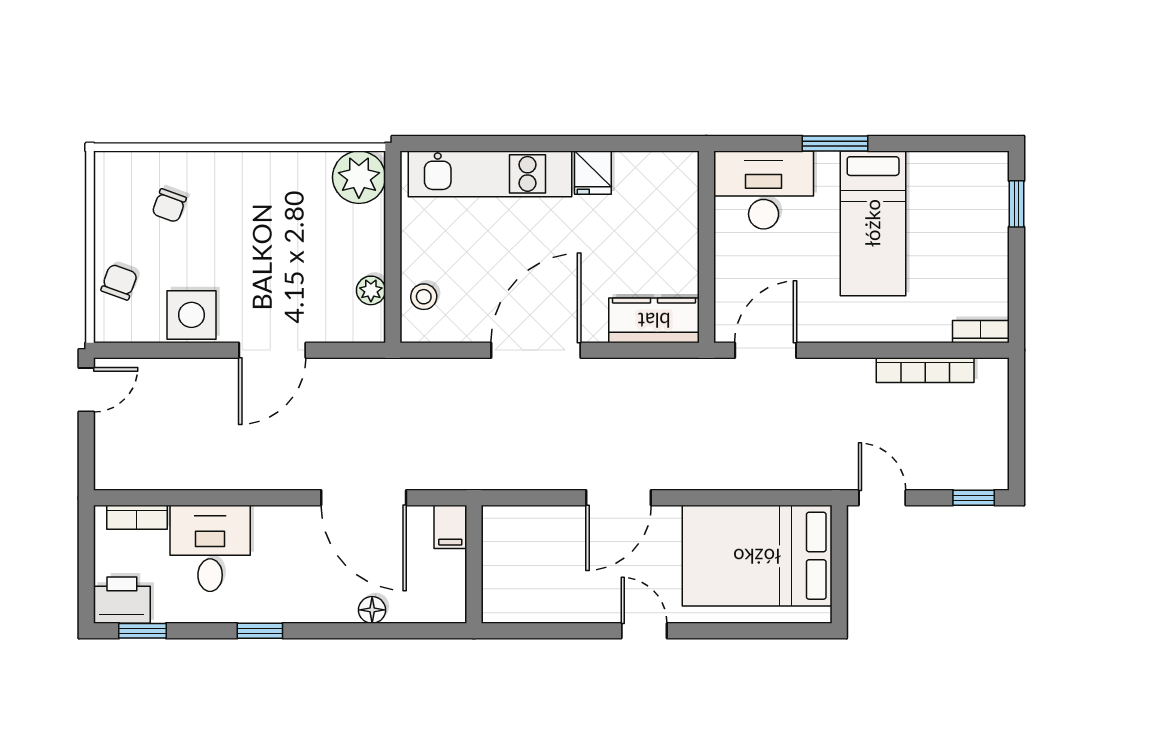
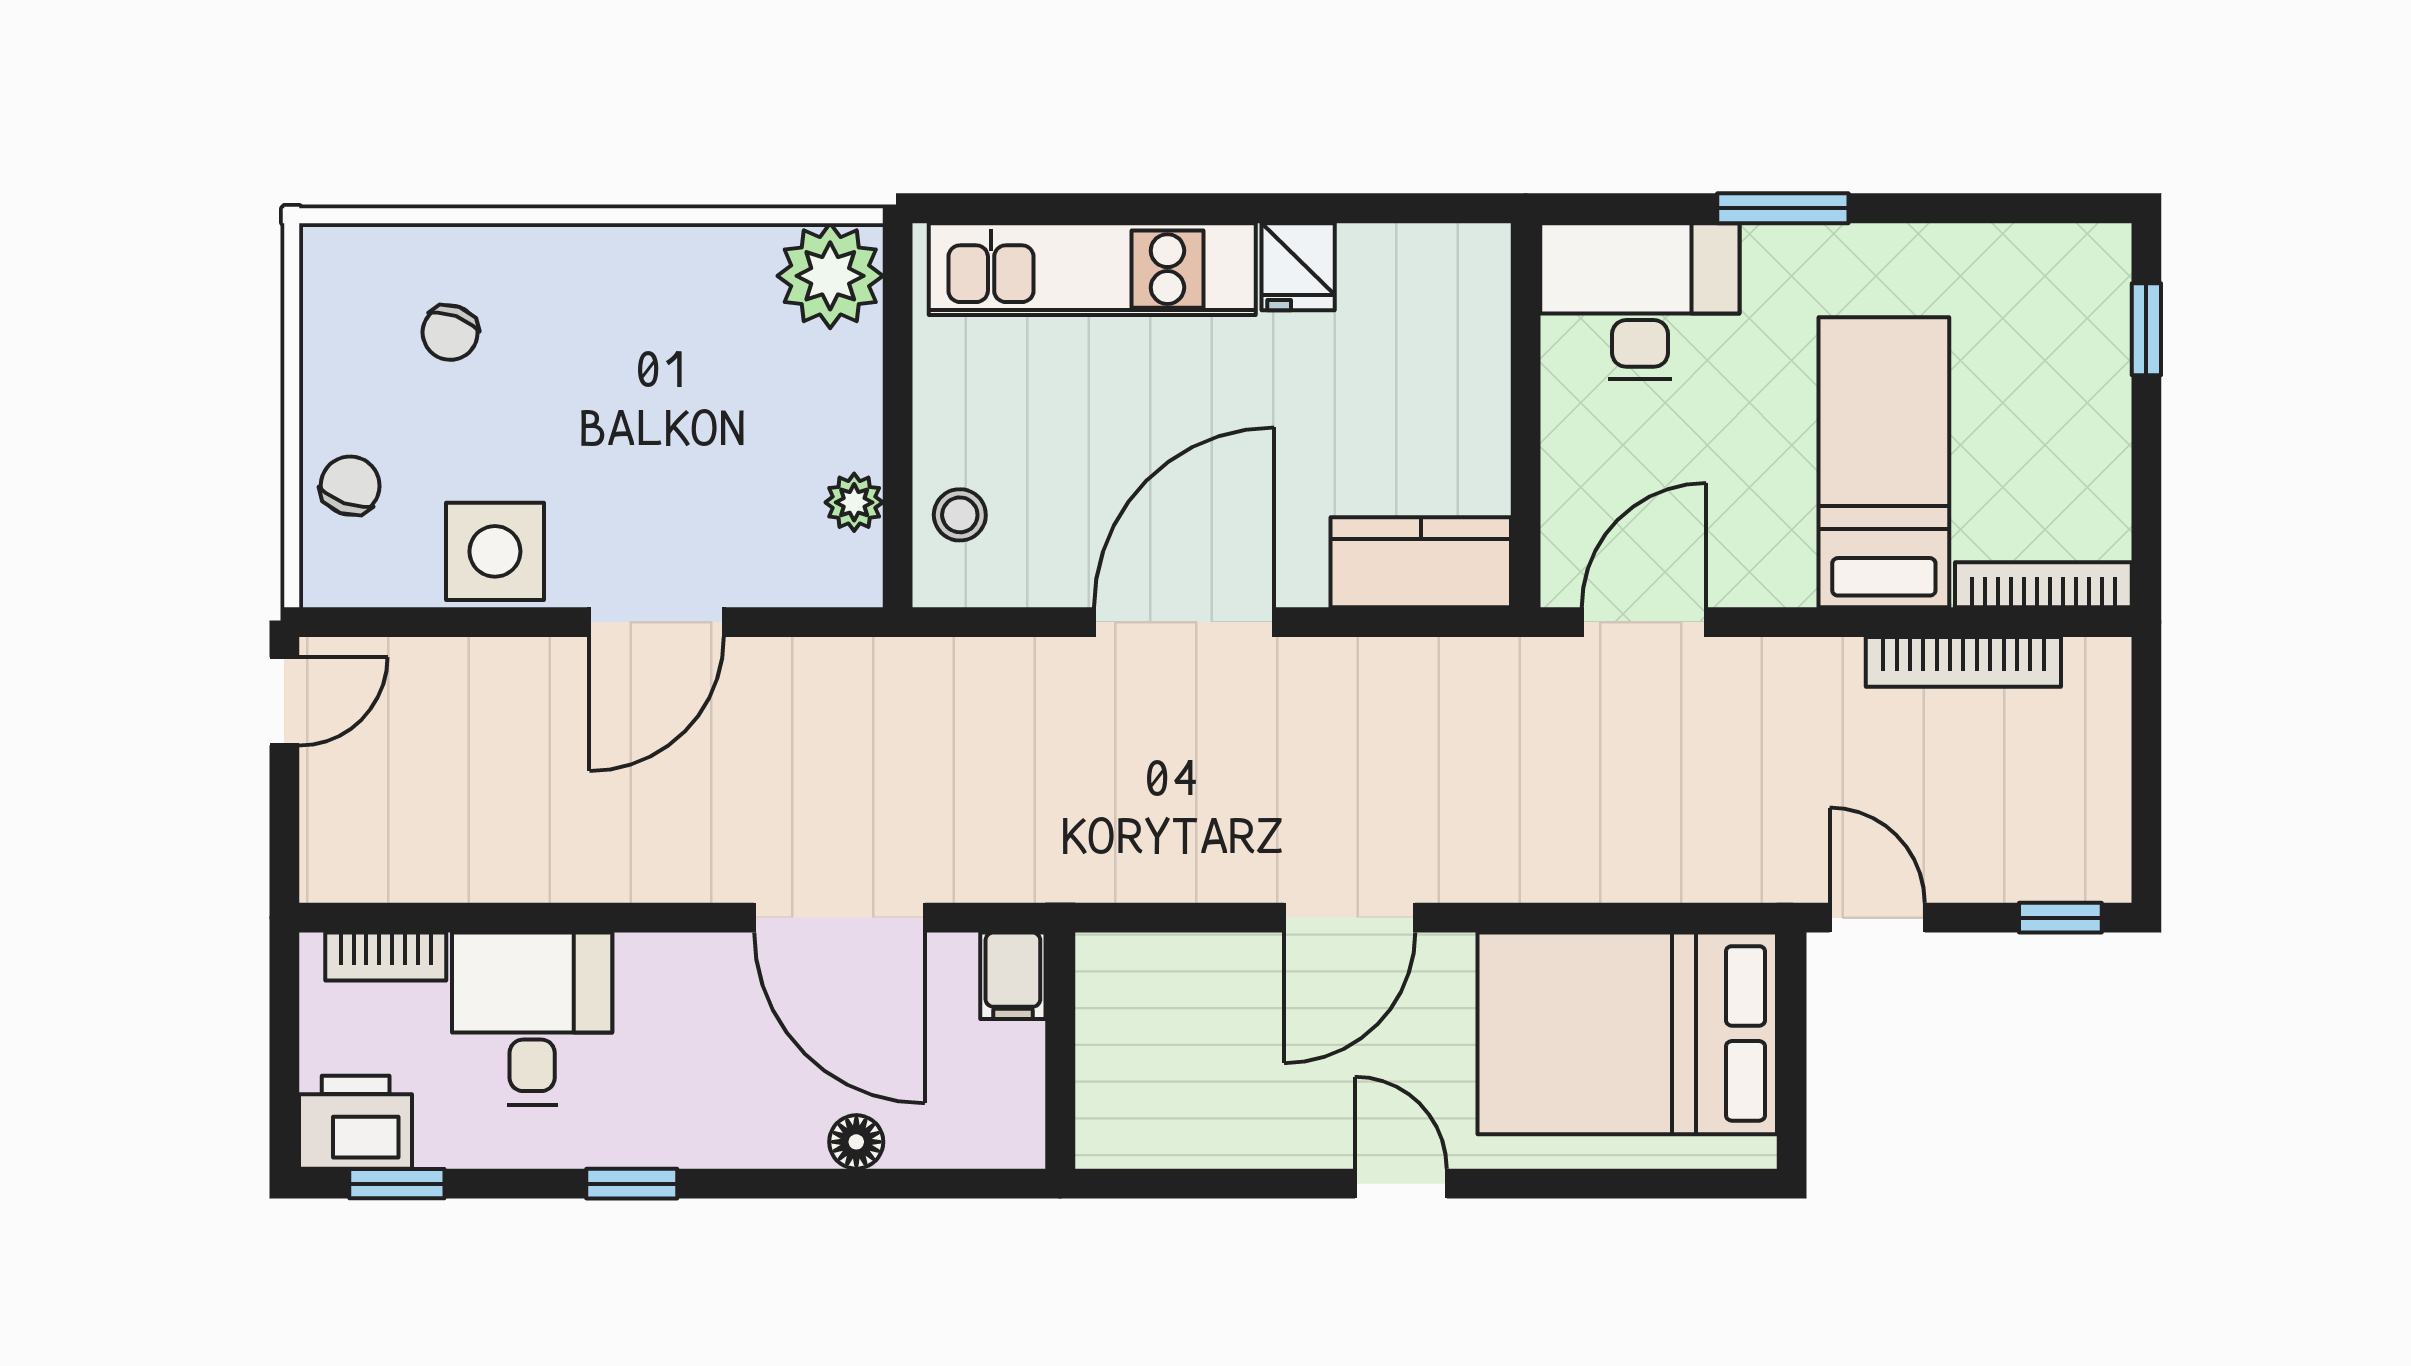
bed: (873, 223) -> (1884, 462), moved, turned 180
bookcase: (981, 332) -> (2043, 585), width x1.56

